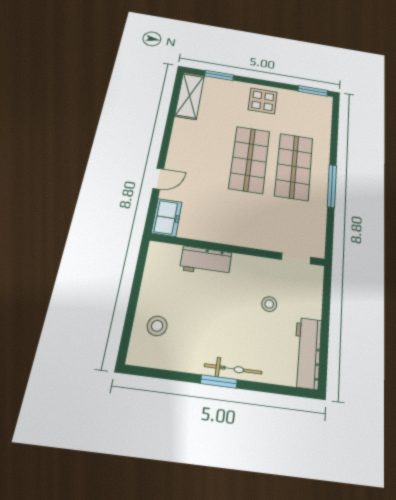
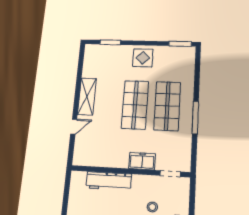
shelving: (190, 96) -> (87, 96), moved
freezer: (167, 217) -> (142, 161), moved, turned -90
workbench: (206, 261) -> (109, 181), width x1.37

